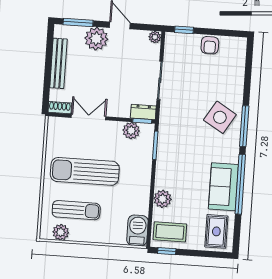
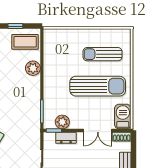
dresser: (143, 112) -> (66, 138), moved
barbecue: (137, 230) -> (123, 116), moved, turned 180
plant: (61, 232) -> (114, 35), removed
window: (167, 251) -> (15, 26), moved

